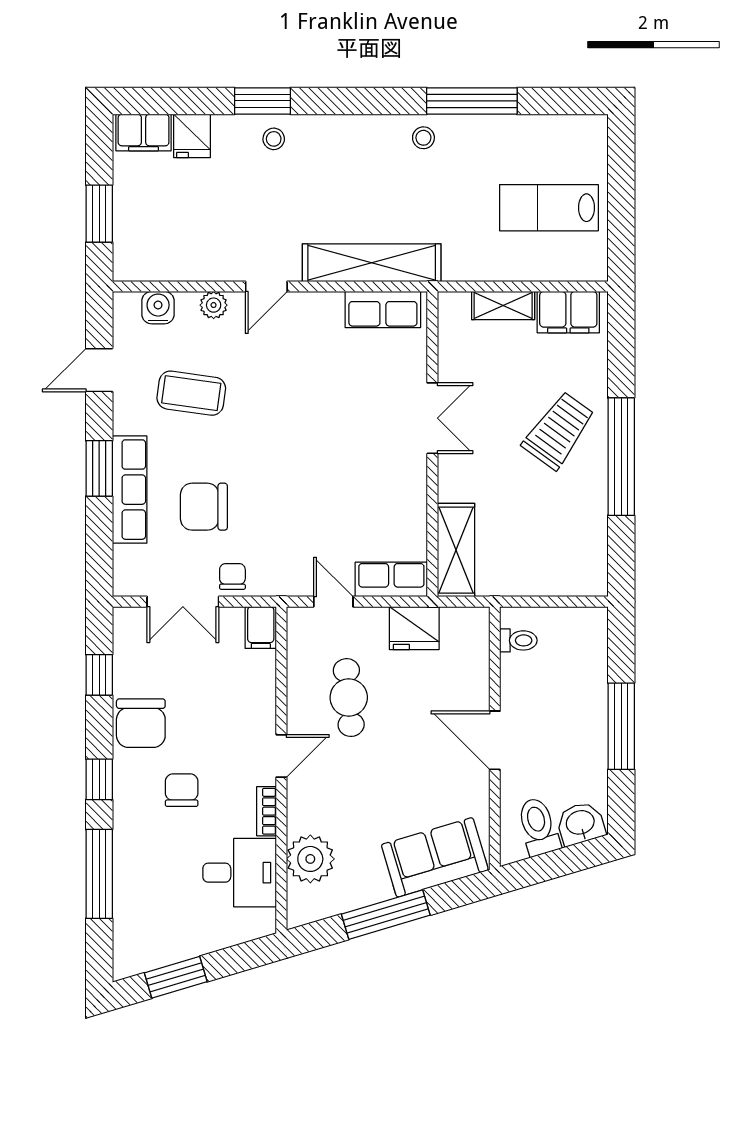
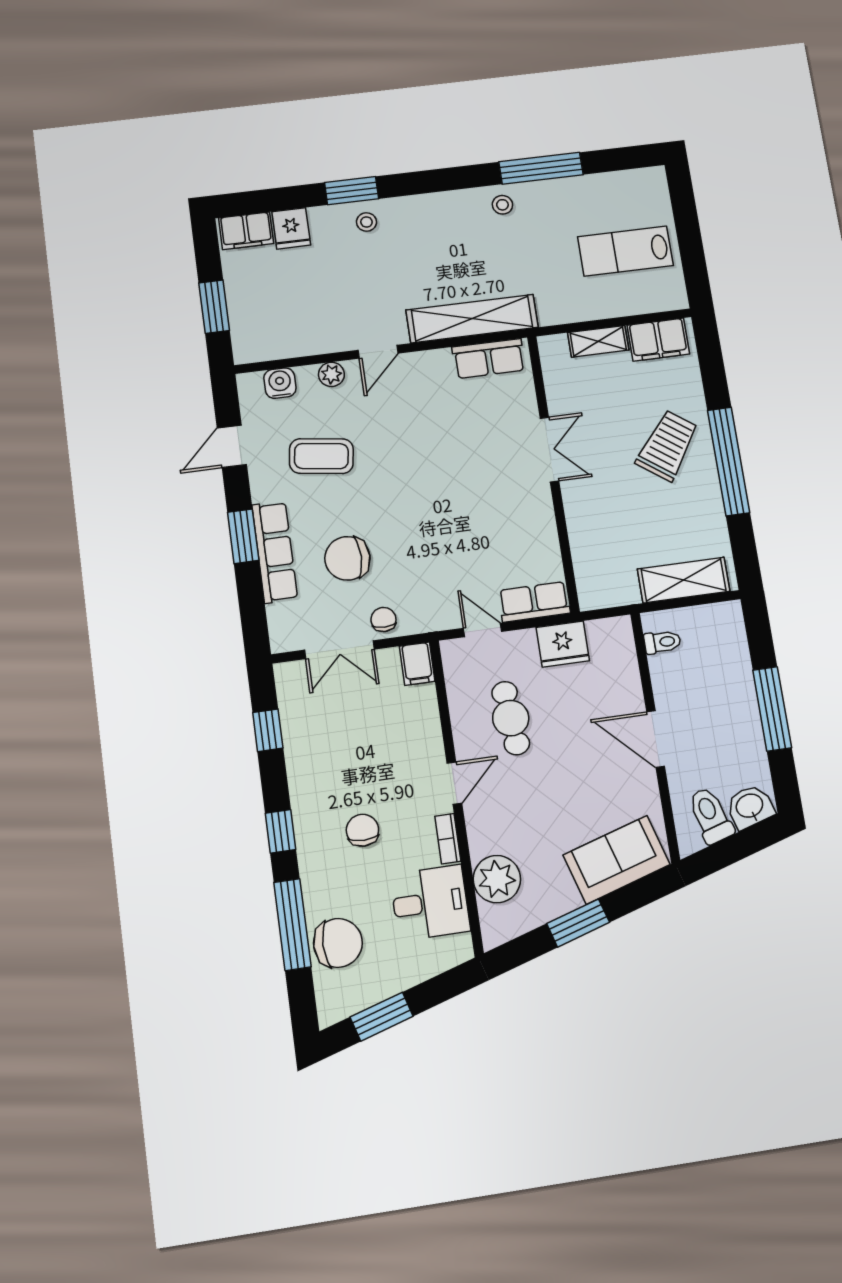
shelving: (456, 550) -> (684, 580), moved, turned 90
chair: (141, 723) -> (338, 943), moved, turned -90
window: (386, 915) -> (578, 923), width x0.69

